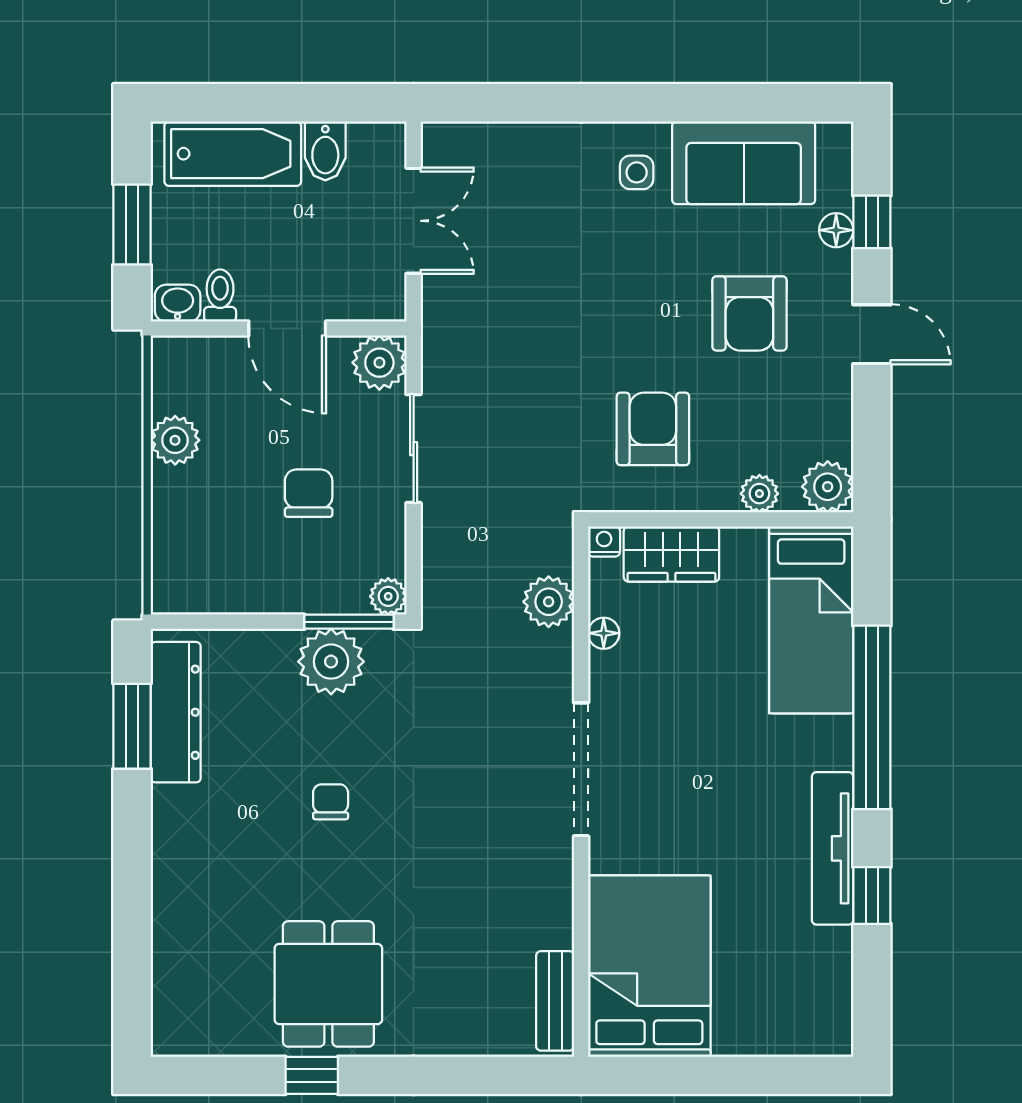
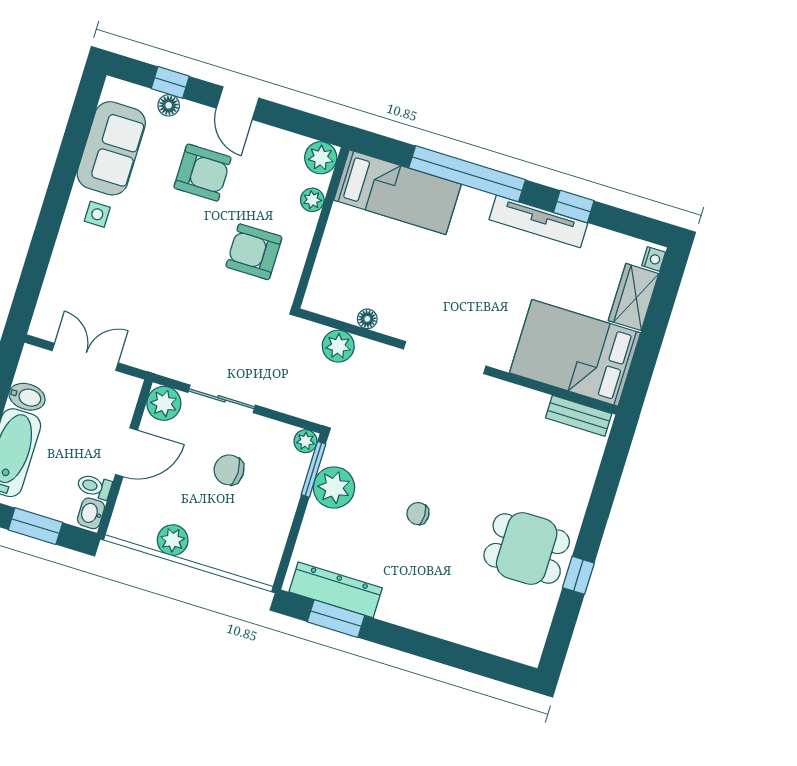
door: (872, 334) -> (238, 103), swing flipped
nightstand: (604, 541) -> (654, 259), moved, turned 180
wardrobe: (671, 554) -> (634, 297), moved, turned 180

